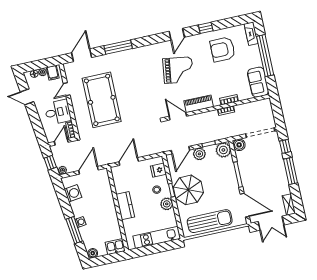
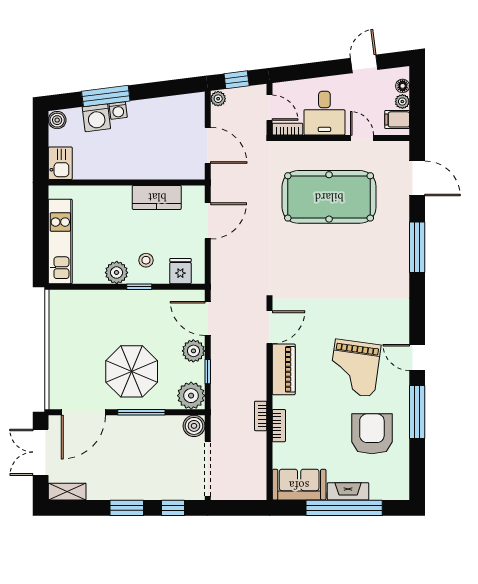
window: (206, 28) -> (417, 412), width x2.17
fireplace: (251, 34) -> (348, 491), moved
grand piano: (178, 70) -> (355, 368), moved
door: (129, 161) -> (208, 221), hinge flipped
window: (290, 171) -> (127, 508), width x0.69
parasol: (188, 190) -> (132, 371), moved
washing machine: (73, 193) -> (96, 118), moved
kitchen counter: (125, 206) -> (157, 197), moved
sun lounger: (210, 221) -> (69, 343), removed

